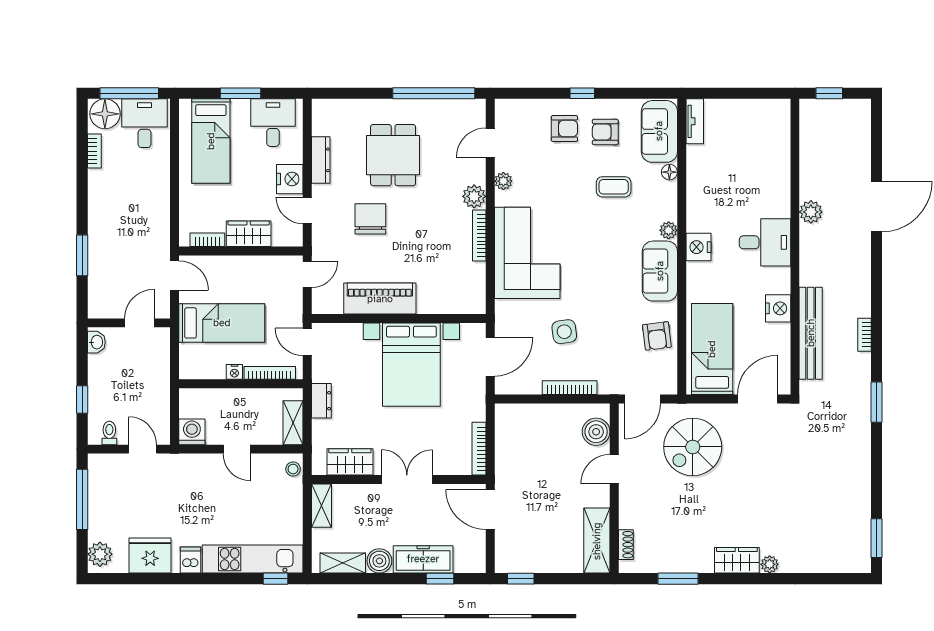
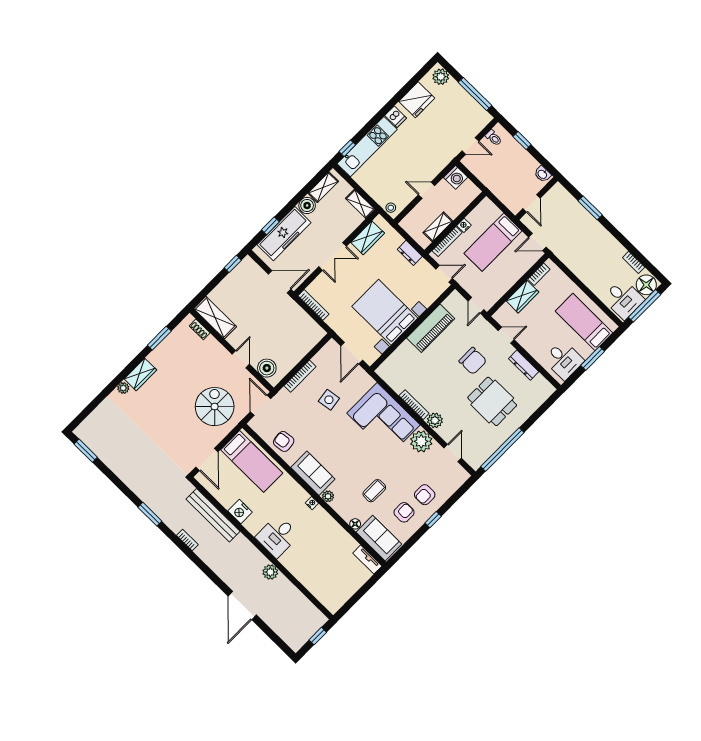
nightstand: (290, 179) -> (529, 342), removed
plant: (503, 181) -> (421, 441), width x1.88, depth x1.88
nightstand: (698, 247) -> (312, 503), width x0.53, depth x0.56
shelving: (293, 423) -> (438, 227), moved, turned 90
freezer: (423, 559) -> (284, 234), width x1.36, depth x1.26

